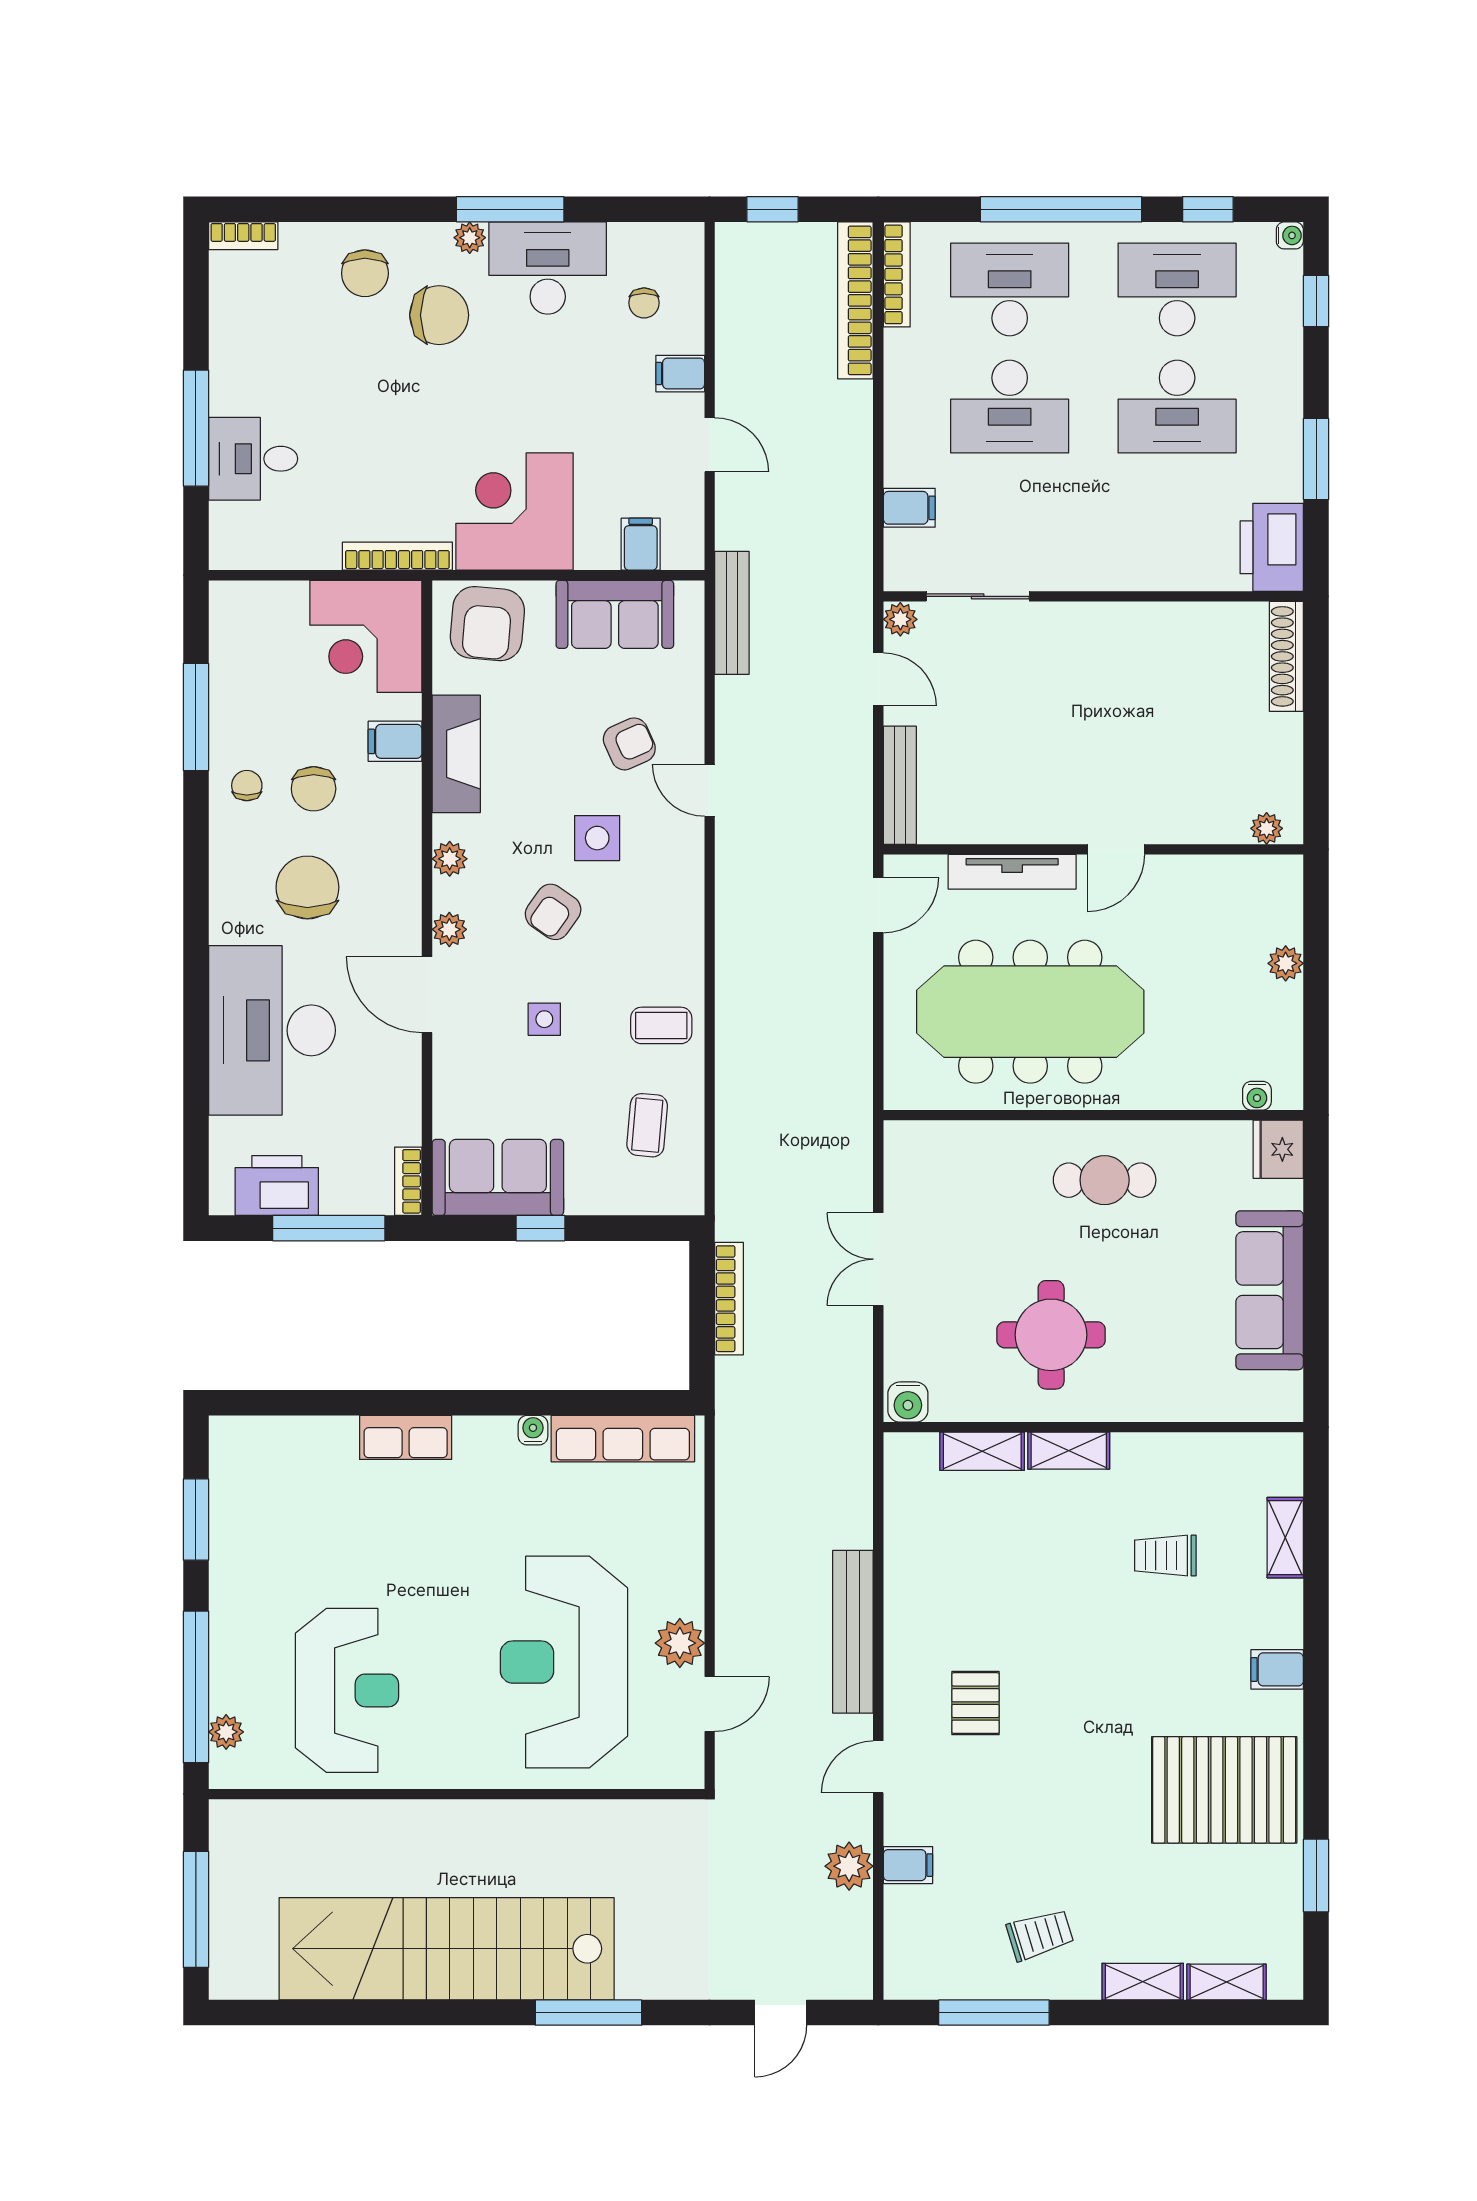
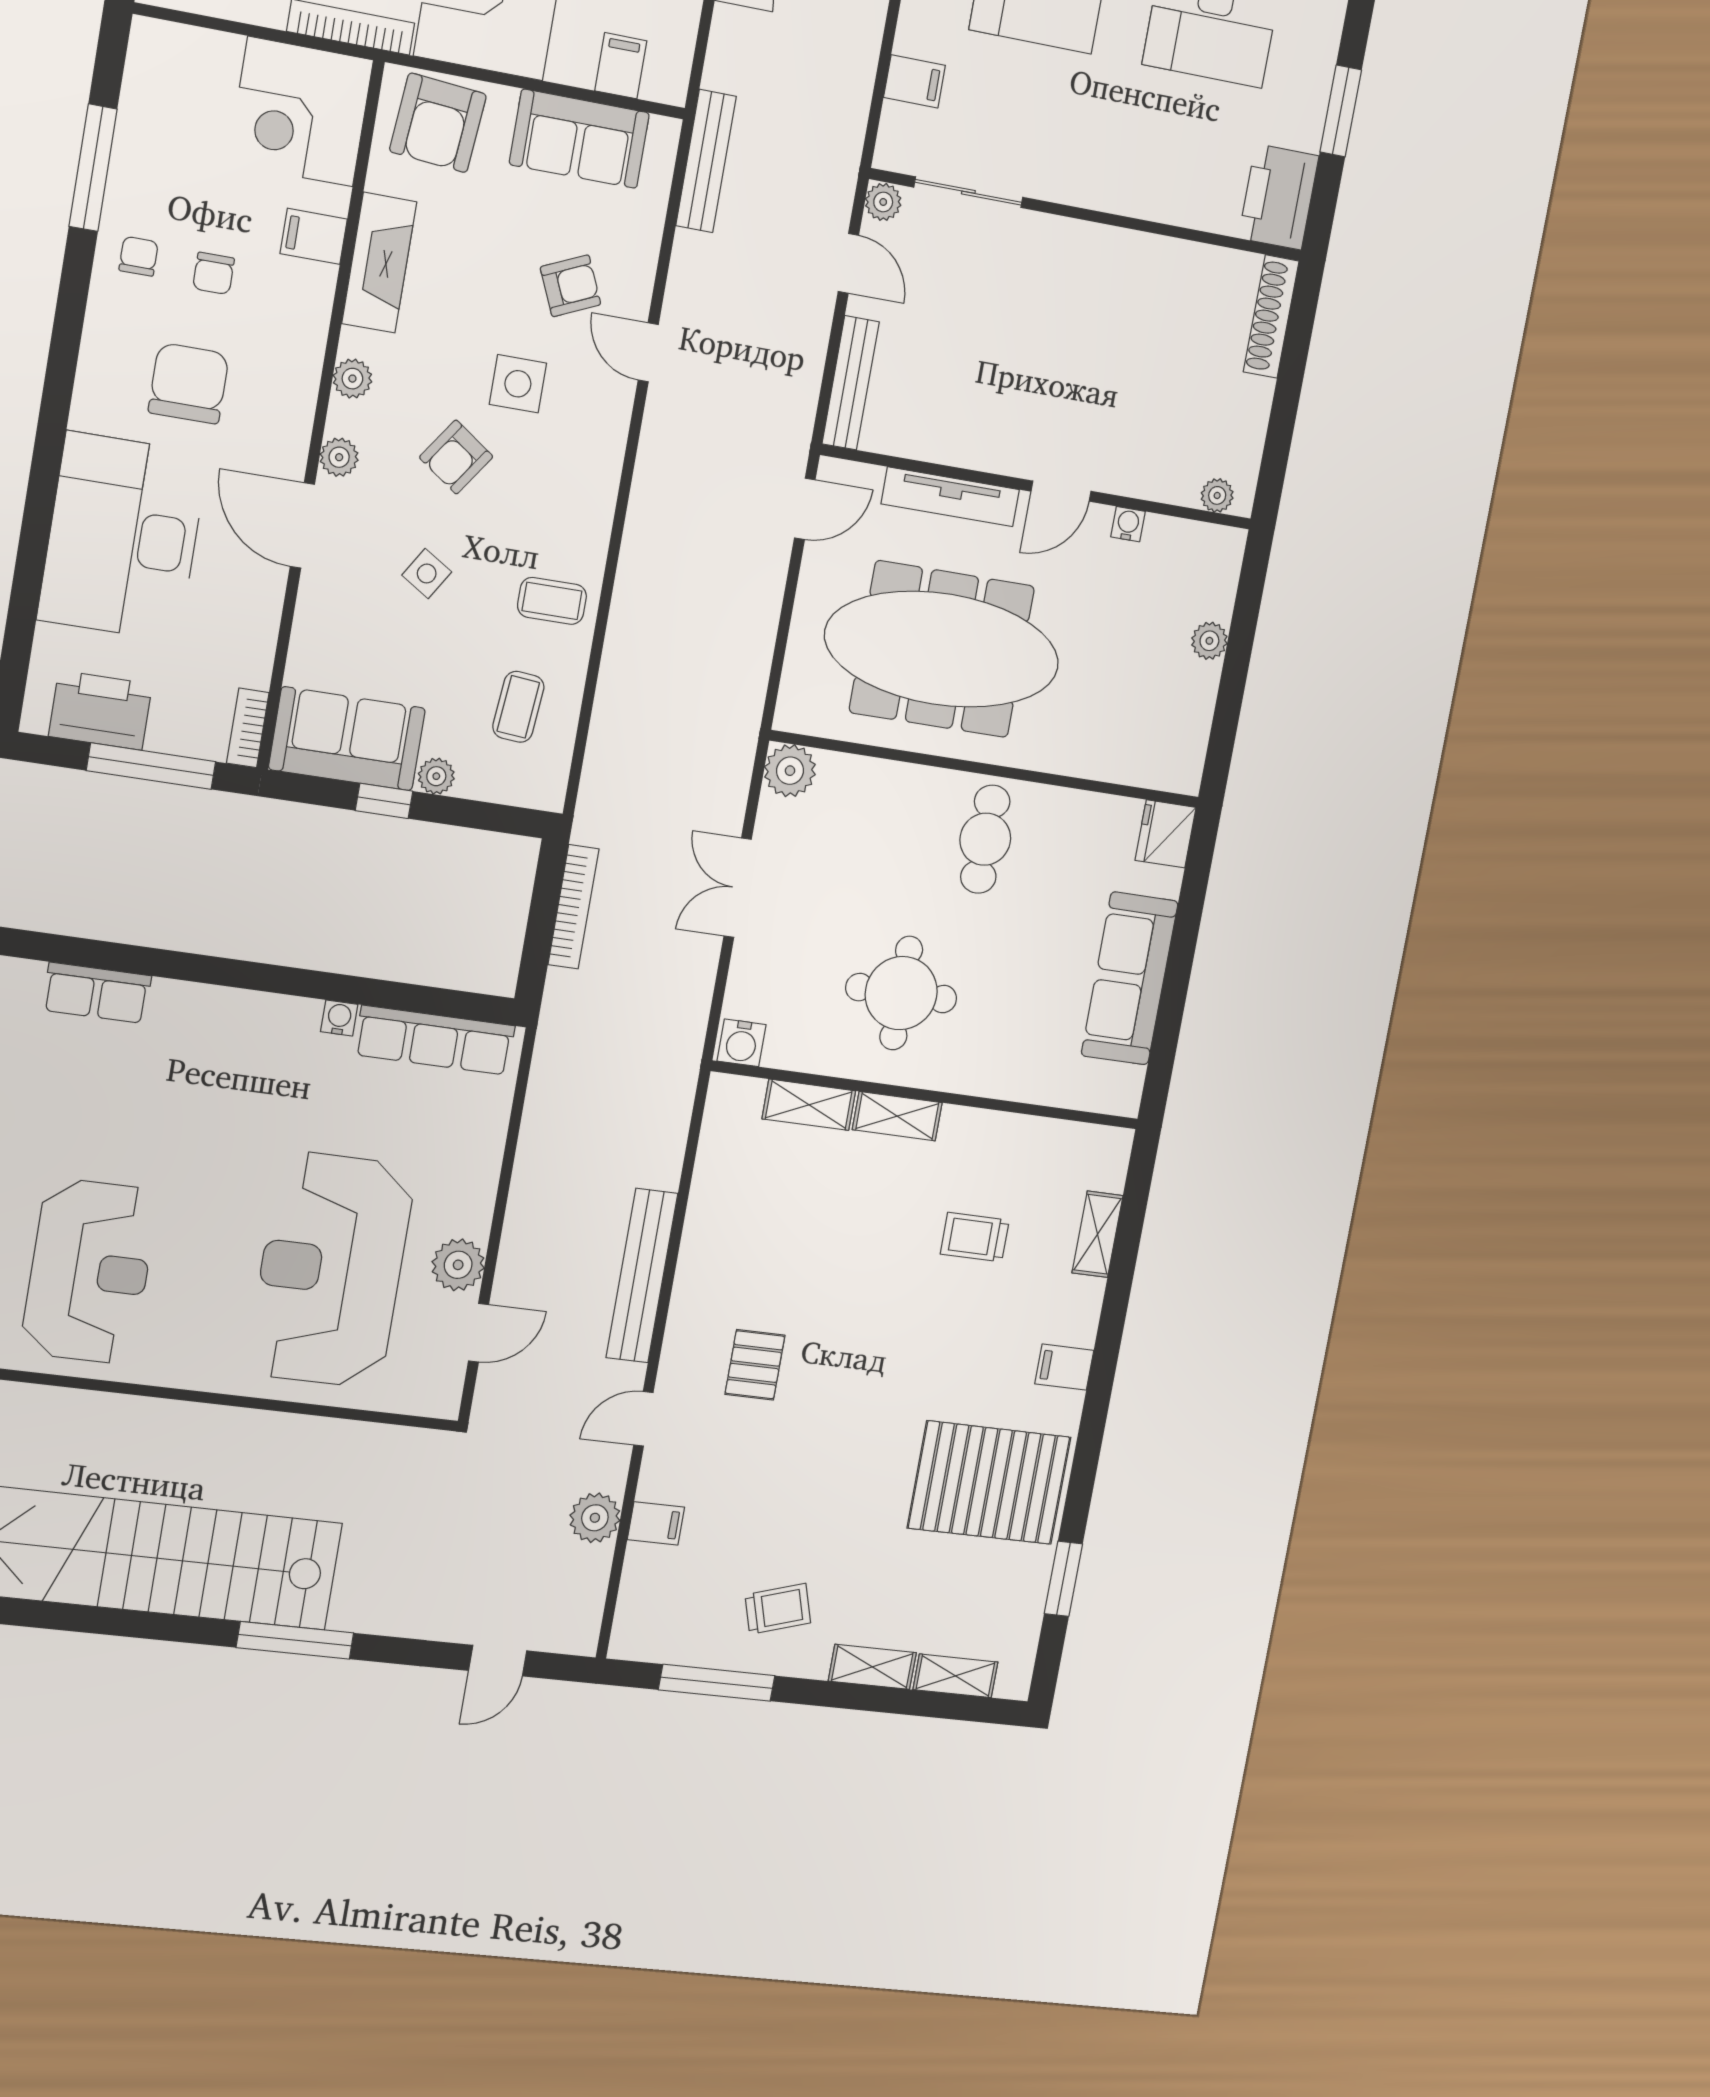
chair: (314, 789) -> (214, 273), width x0.73, depth x0.73
side table: (544, 1019) -> (427, 574), turned 32
water cooler: (1257, 1096) -> (1128, 524), moved, turned 180
plant: (908, 1145) -> (790, 771), added
cafe table: (1105, 1180) -> (985, 839), turned 90
plant: (584, 1199) -> (436, 776), added
row of seats: (406, 1437) -> (97, 993), moved

